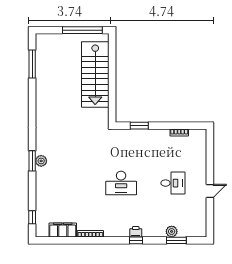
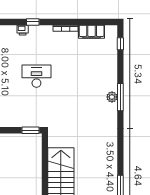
window: (139, 126) -> (31, 130), moved
window: (32, 161) -> (120, 97), width x1.44
window: (136, 240) -> (33, 22), moved

